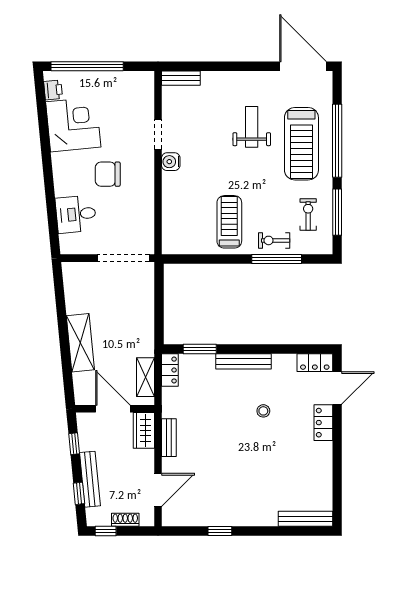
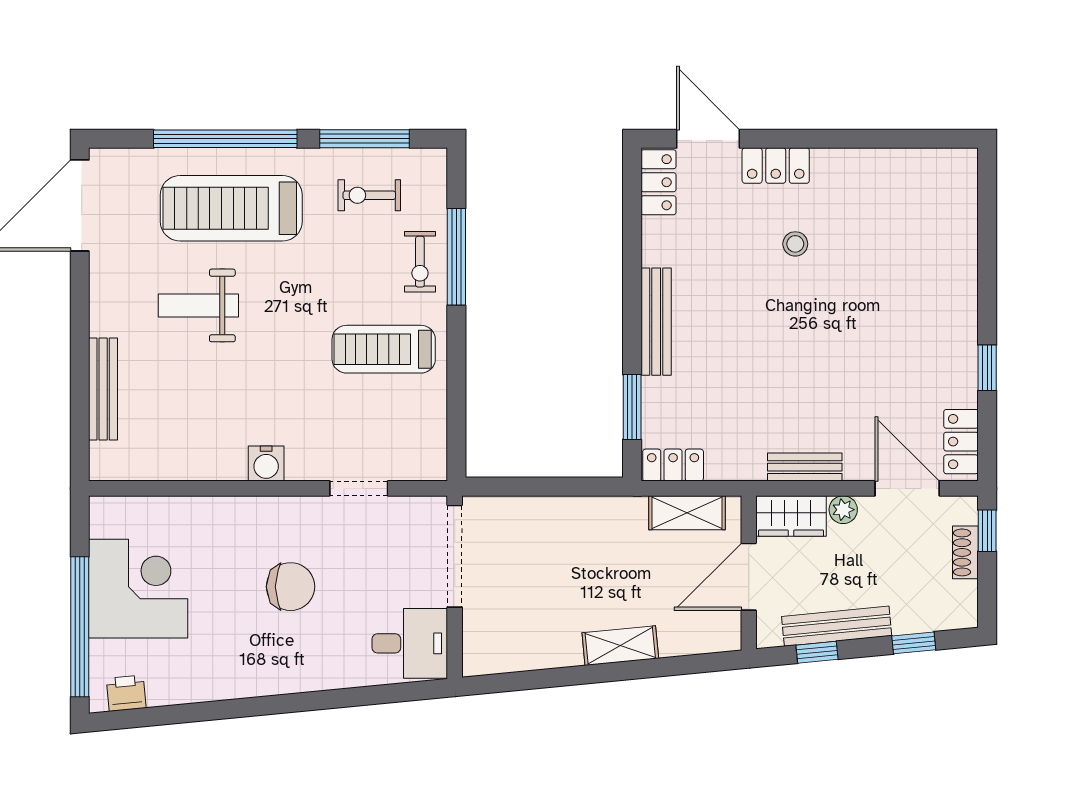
bench: (181, 78) -> (103, 389), moved, width x1.36
corner desk: (73, 124) -> (138, 589), moved, turned 96
doorway: (158, 134) -> (359, 488), moved
treadmill: (301, 144) -> (231, 208), turned 180
chair: (108, 174) -> (291, 587), turned -90
desk: (76, 214) -> (410, 643), moved, turned -84
shelving: (80, 343) -> (620, 646), width x0.67, depth x0.75
stool: (263, 411) -> (795, 244), moved
plant: (147, 457) -> (843, 510), added
bench: (90, 479) -> (837, 626), moved
locker: (182, 518) -> (961, 442), added
bench: (305, 519) -> (963, 200), removed
window: (106, 531) -> (987, 531), moved

